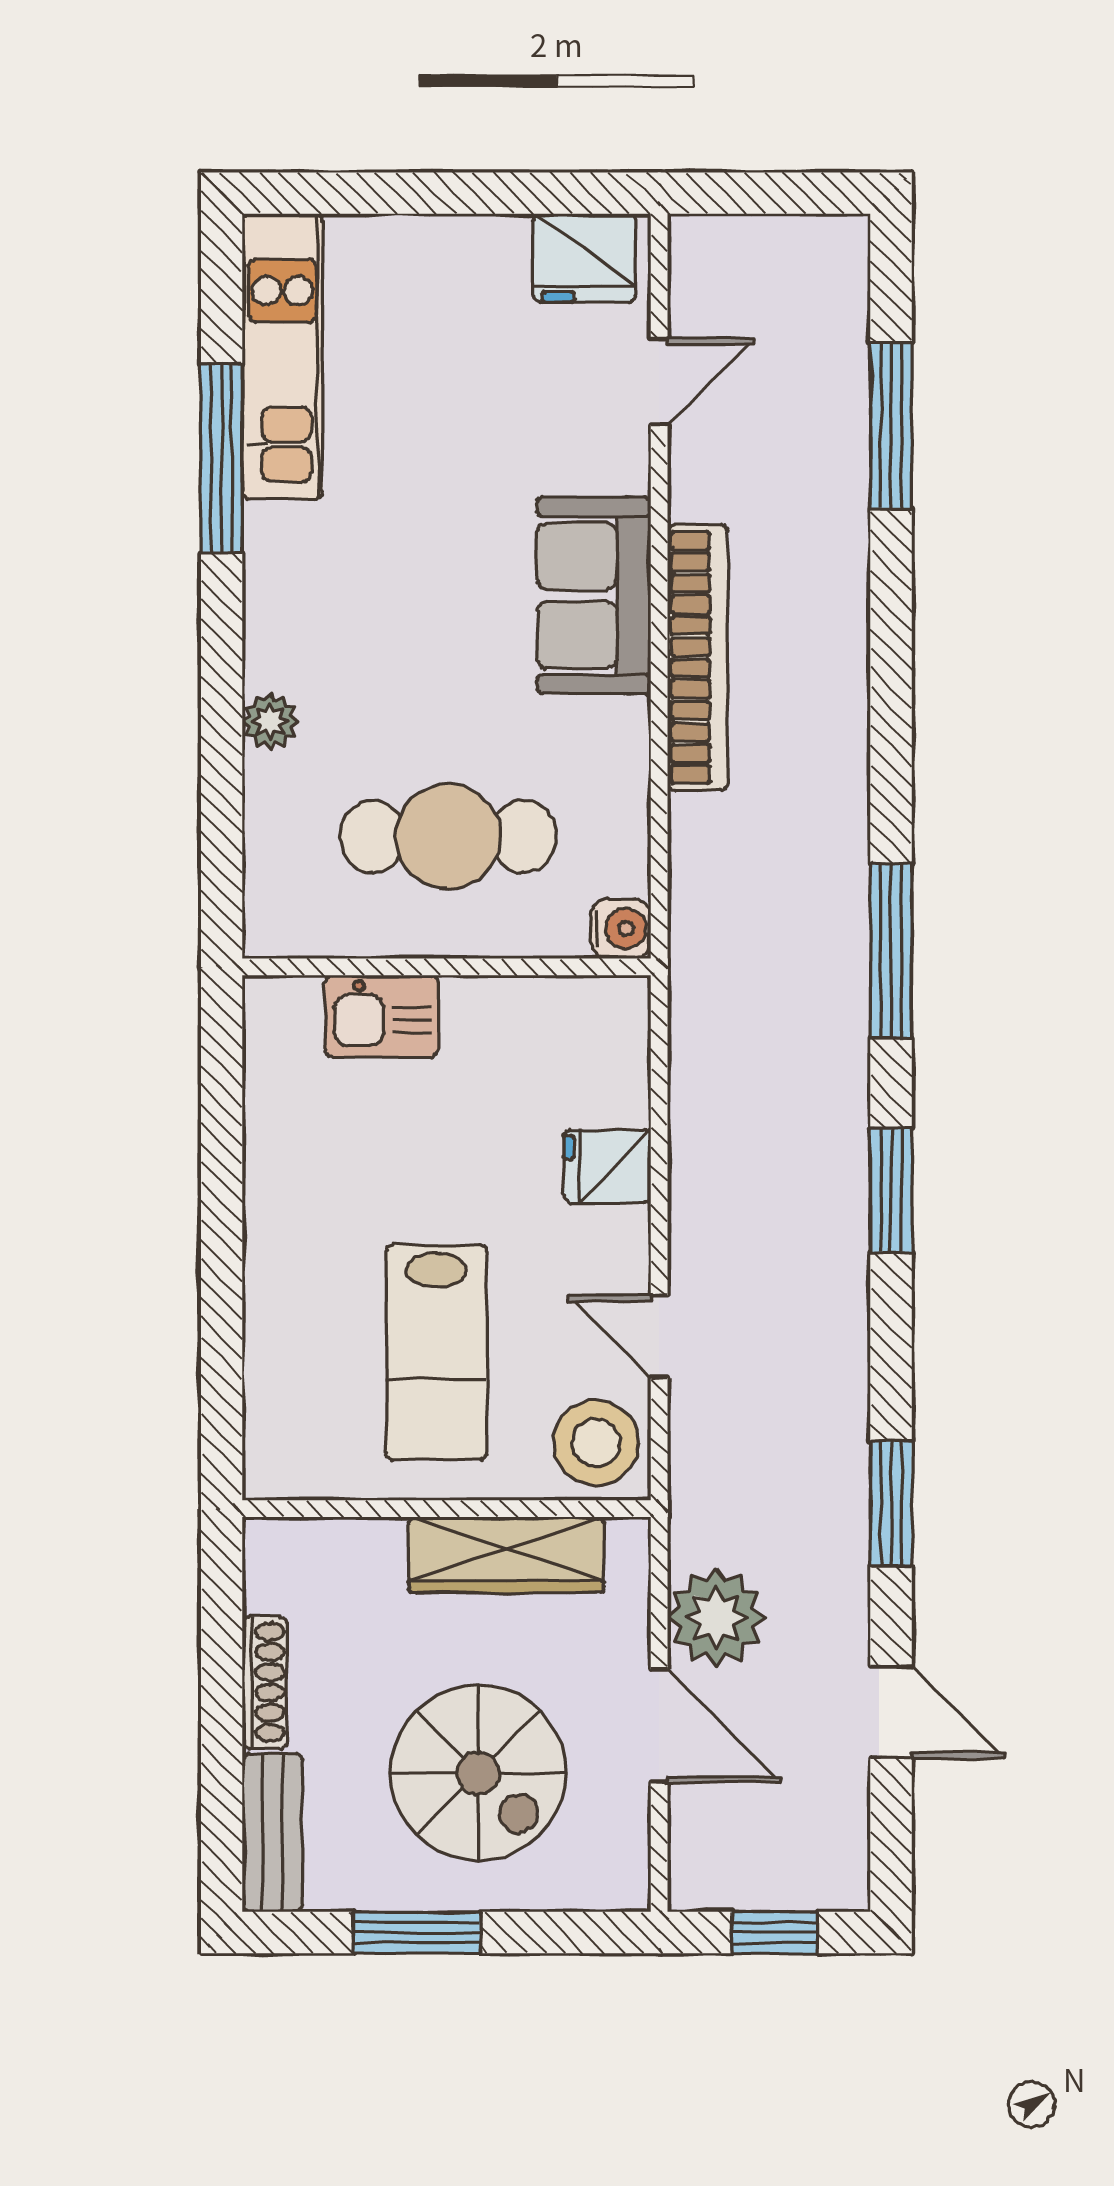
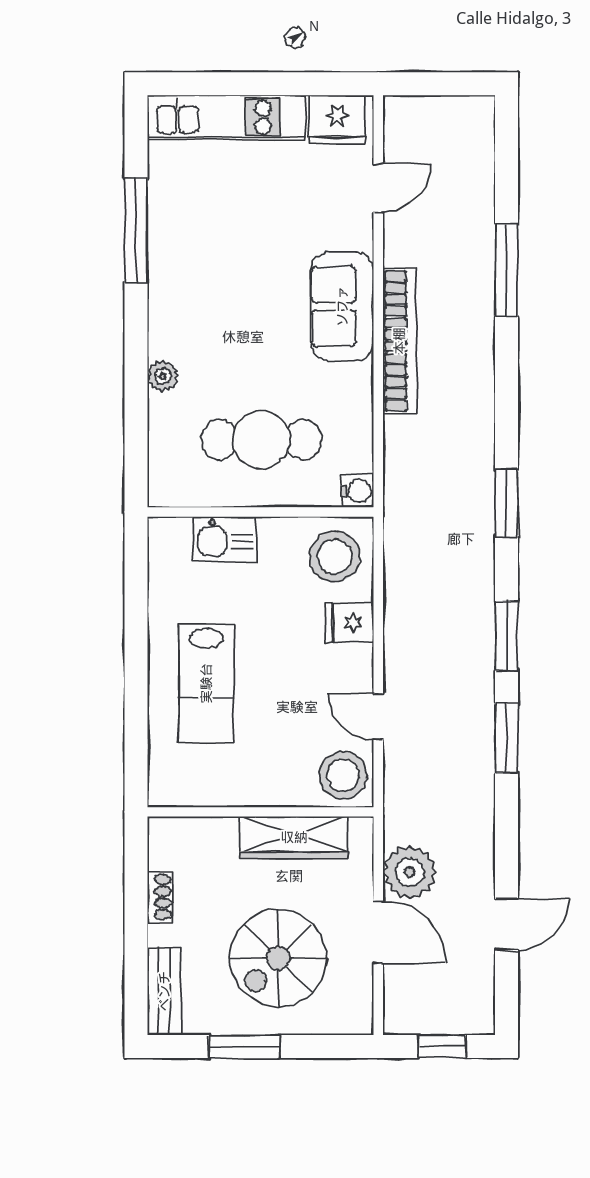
kitchen unit: (282, 356) -> (227, 117), moved, turned 90
window: (891, 426) -> (507, 270), moved
window: (891, 951) -> (507, 503), width x0.69
stool: (581, 1047) -> (335, 557), added
lab bench: (437, 1352) -> (206, 683), moved
window: (891, 1504) -> (507, 738), moved
shoe rack: (265, 1682) -> (160, 897), width x0.70
door: (891, 1712) -> (507, 924), hinge flipped
spiral stairs: (478, 1773) -> (278, 958), turned 90

